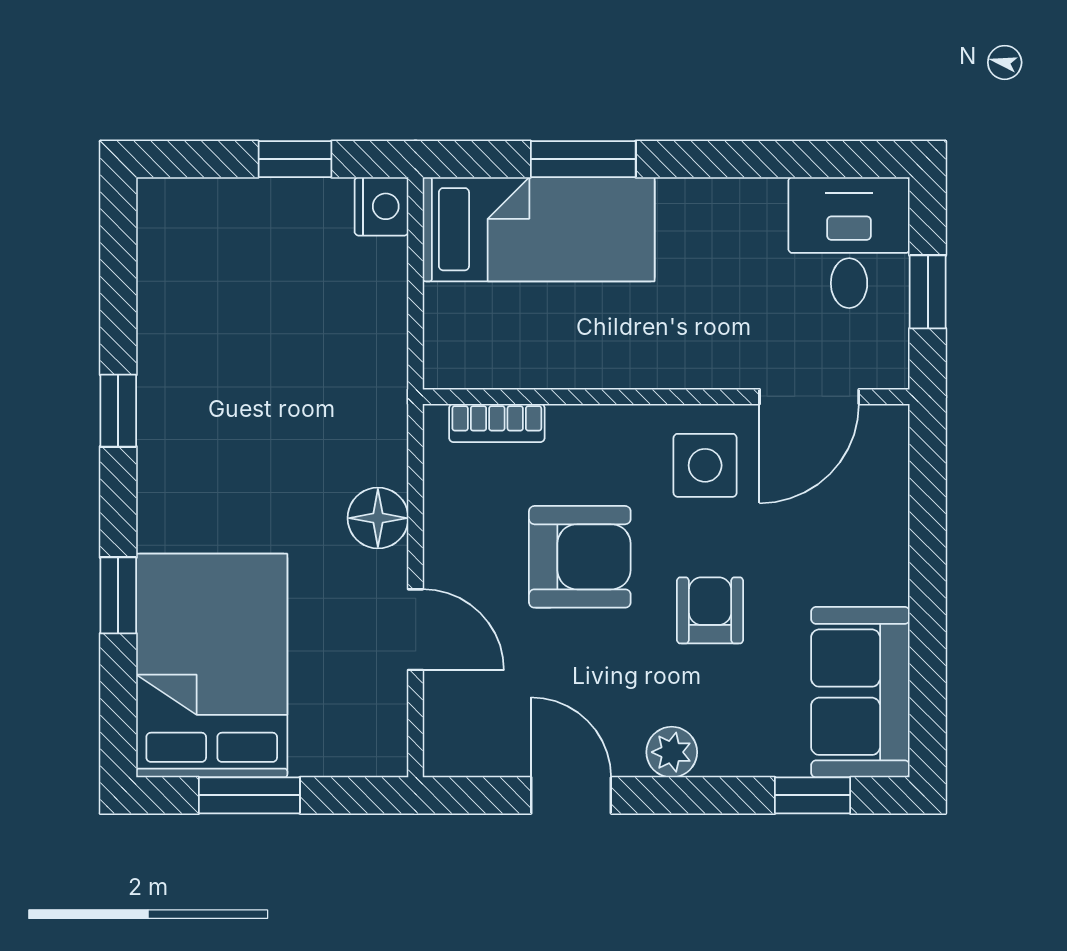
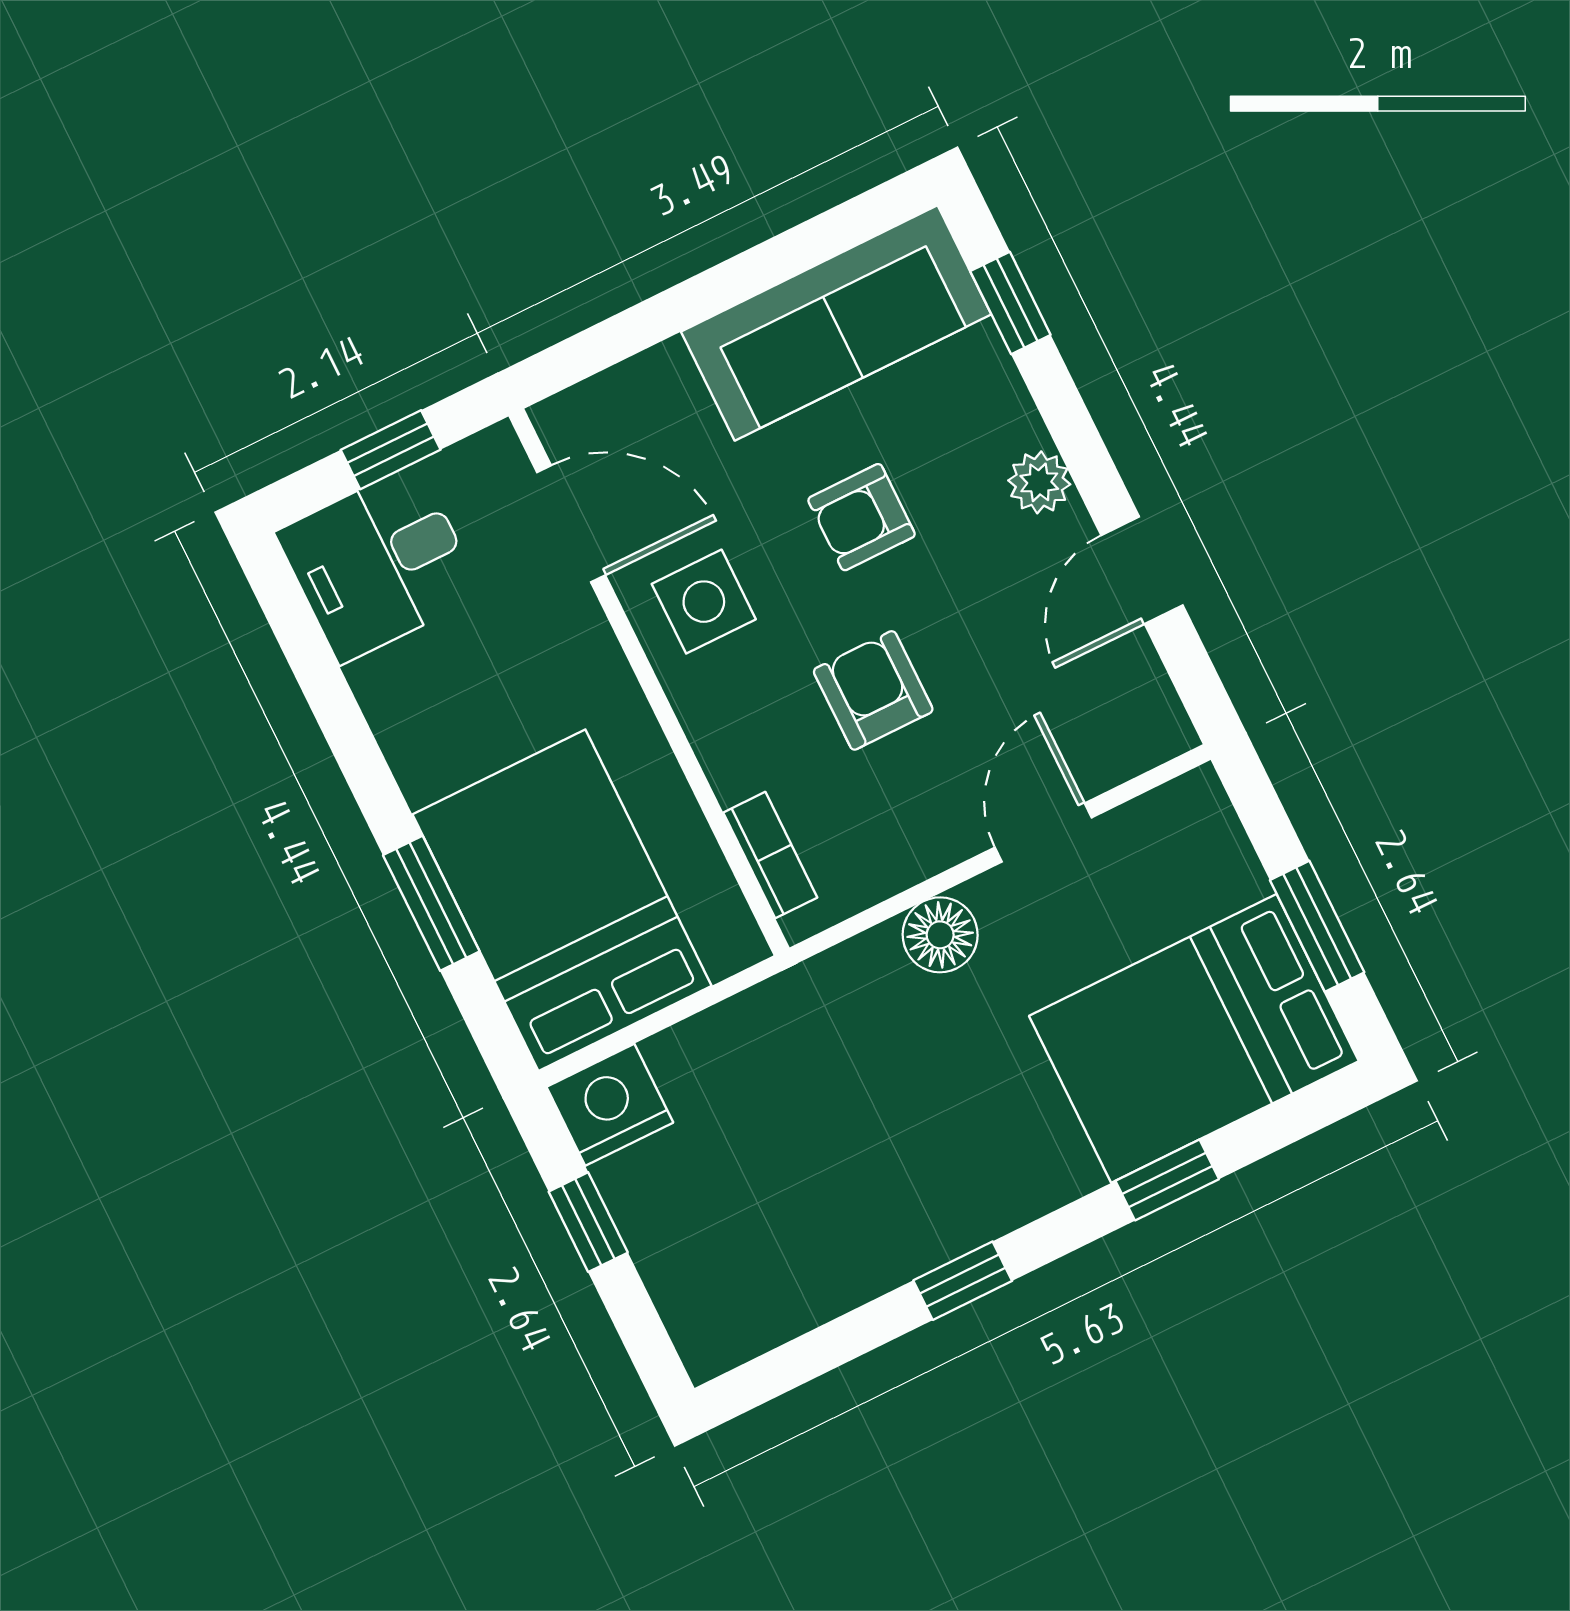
nightstand: (381, 206) -> (610, 1105), width x1.36, depth x1.33
bed: (539, 229) -> (562, 900), width x1.50
armchair: (580, 557) -> (873, 690), width x0.72, depth x0.72
sofa: (860, 692) -> (836, 323), width x1.36

